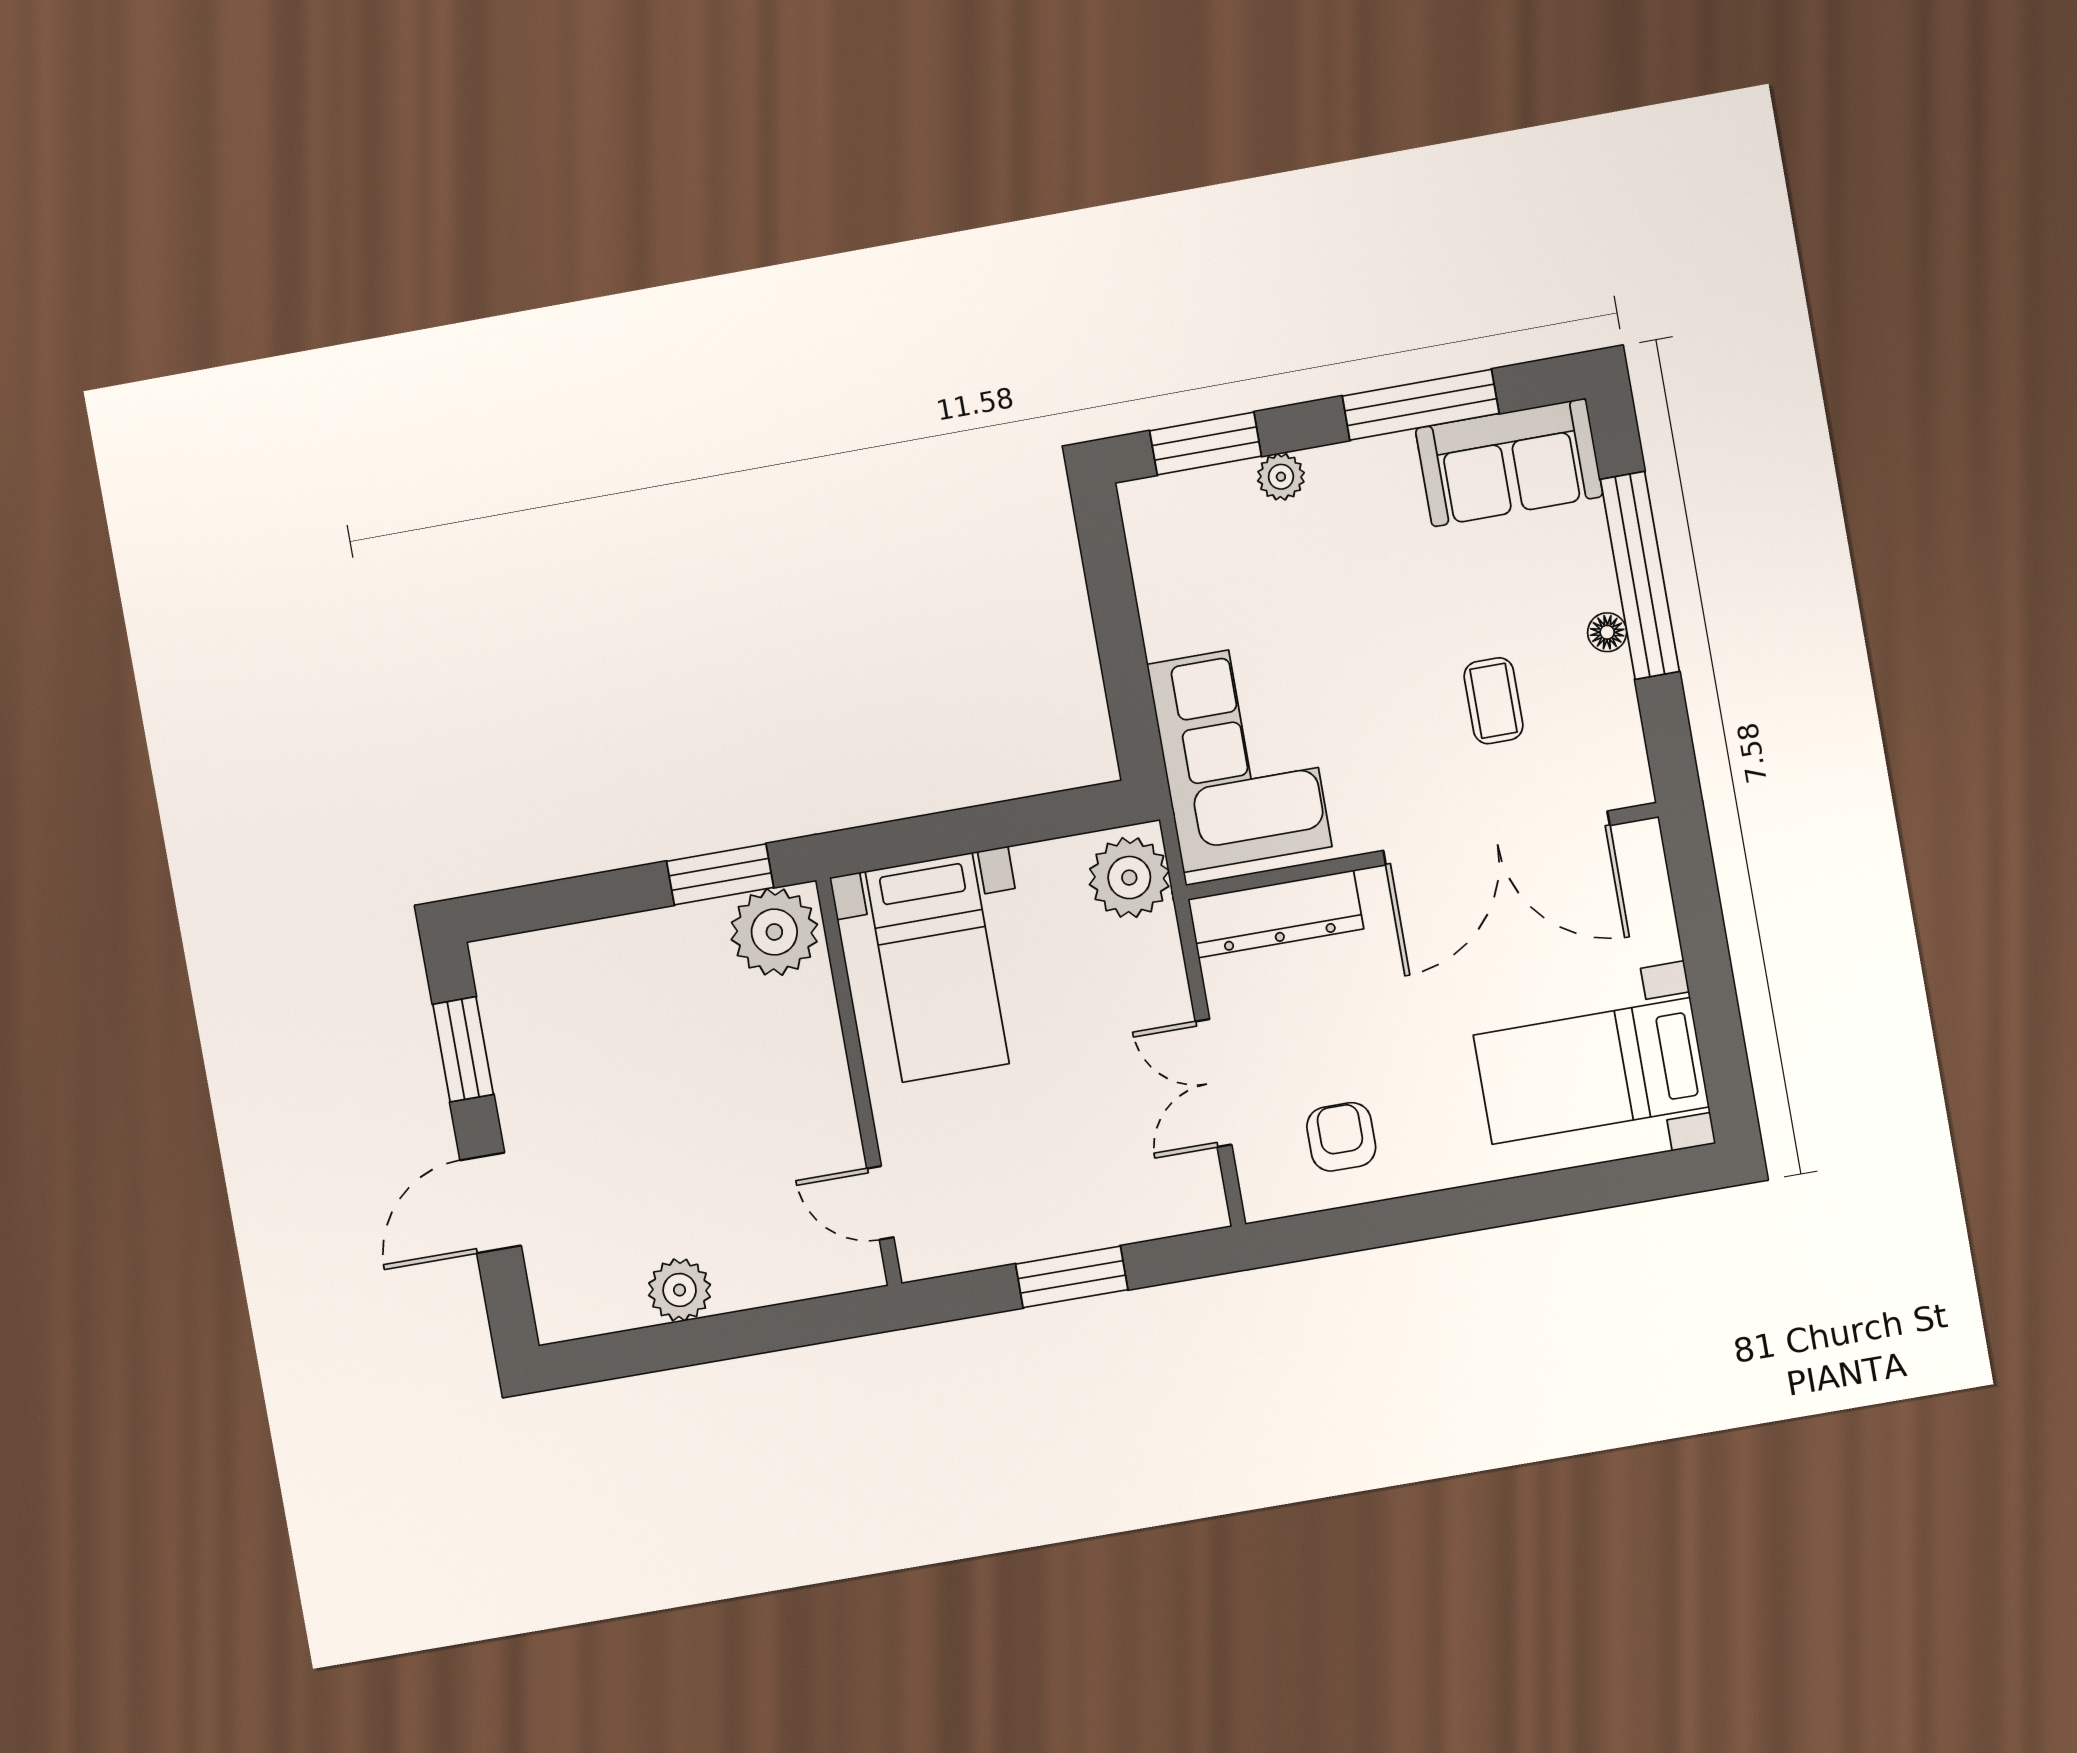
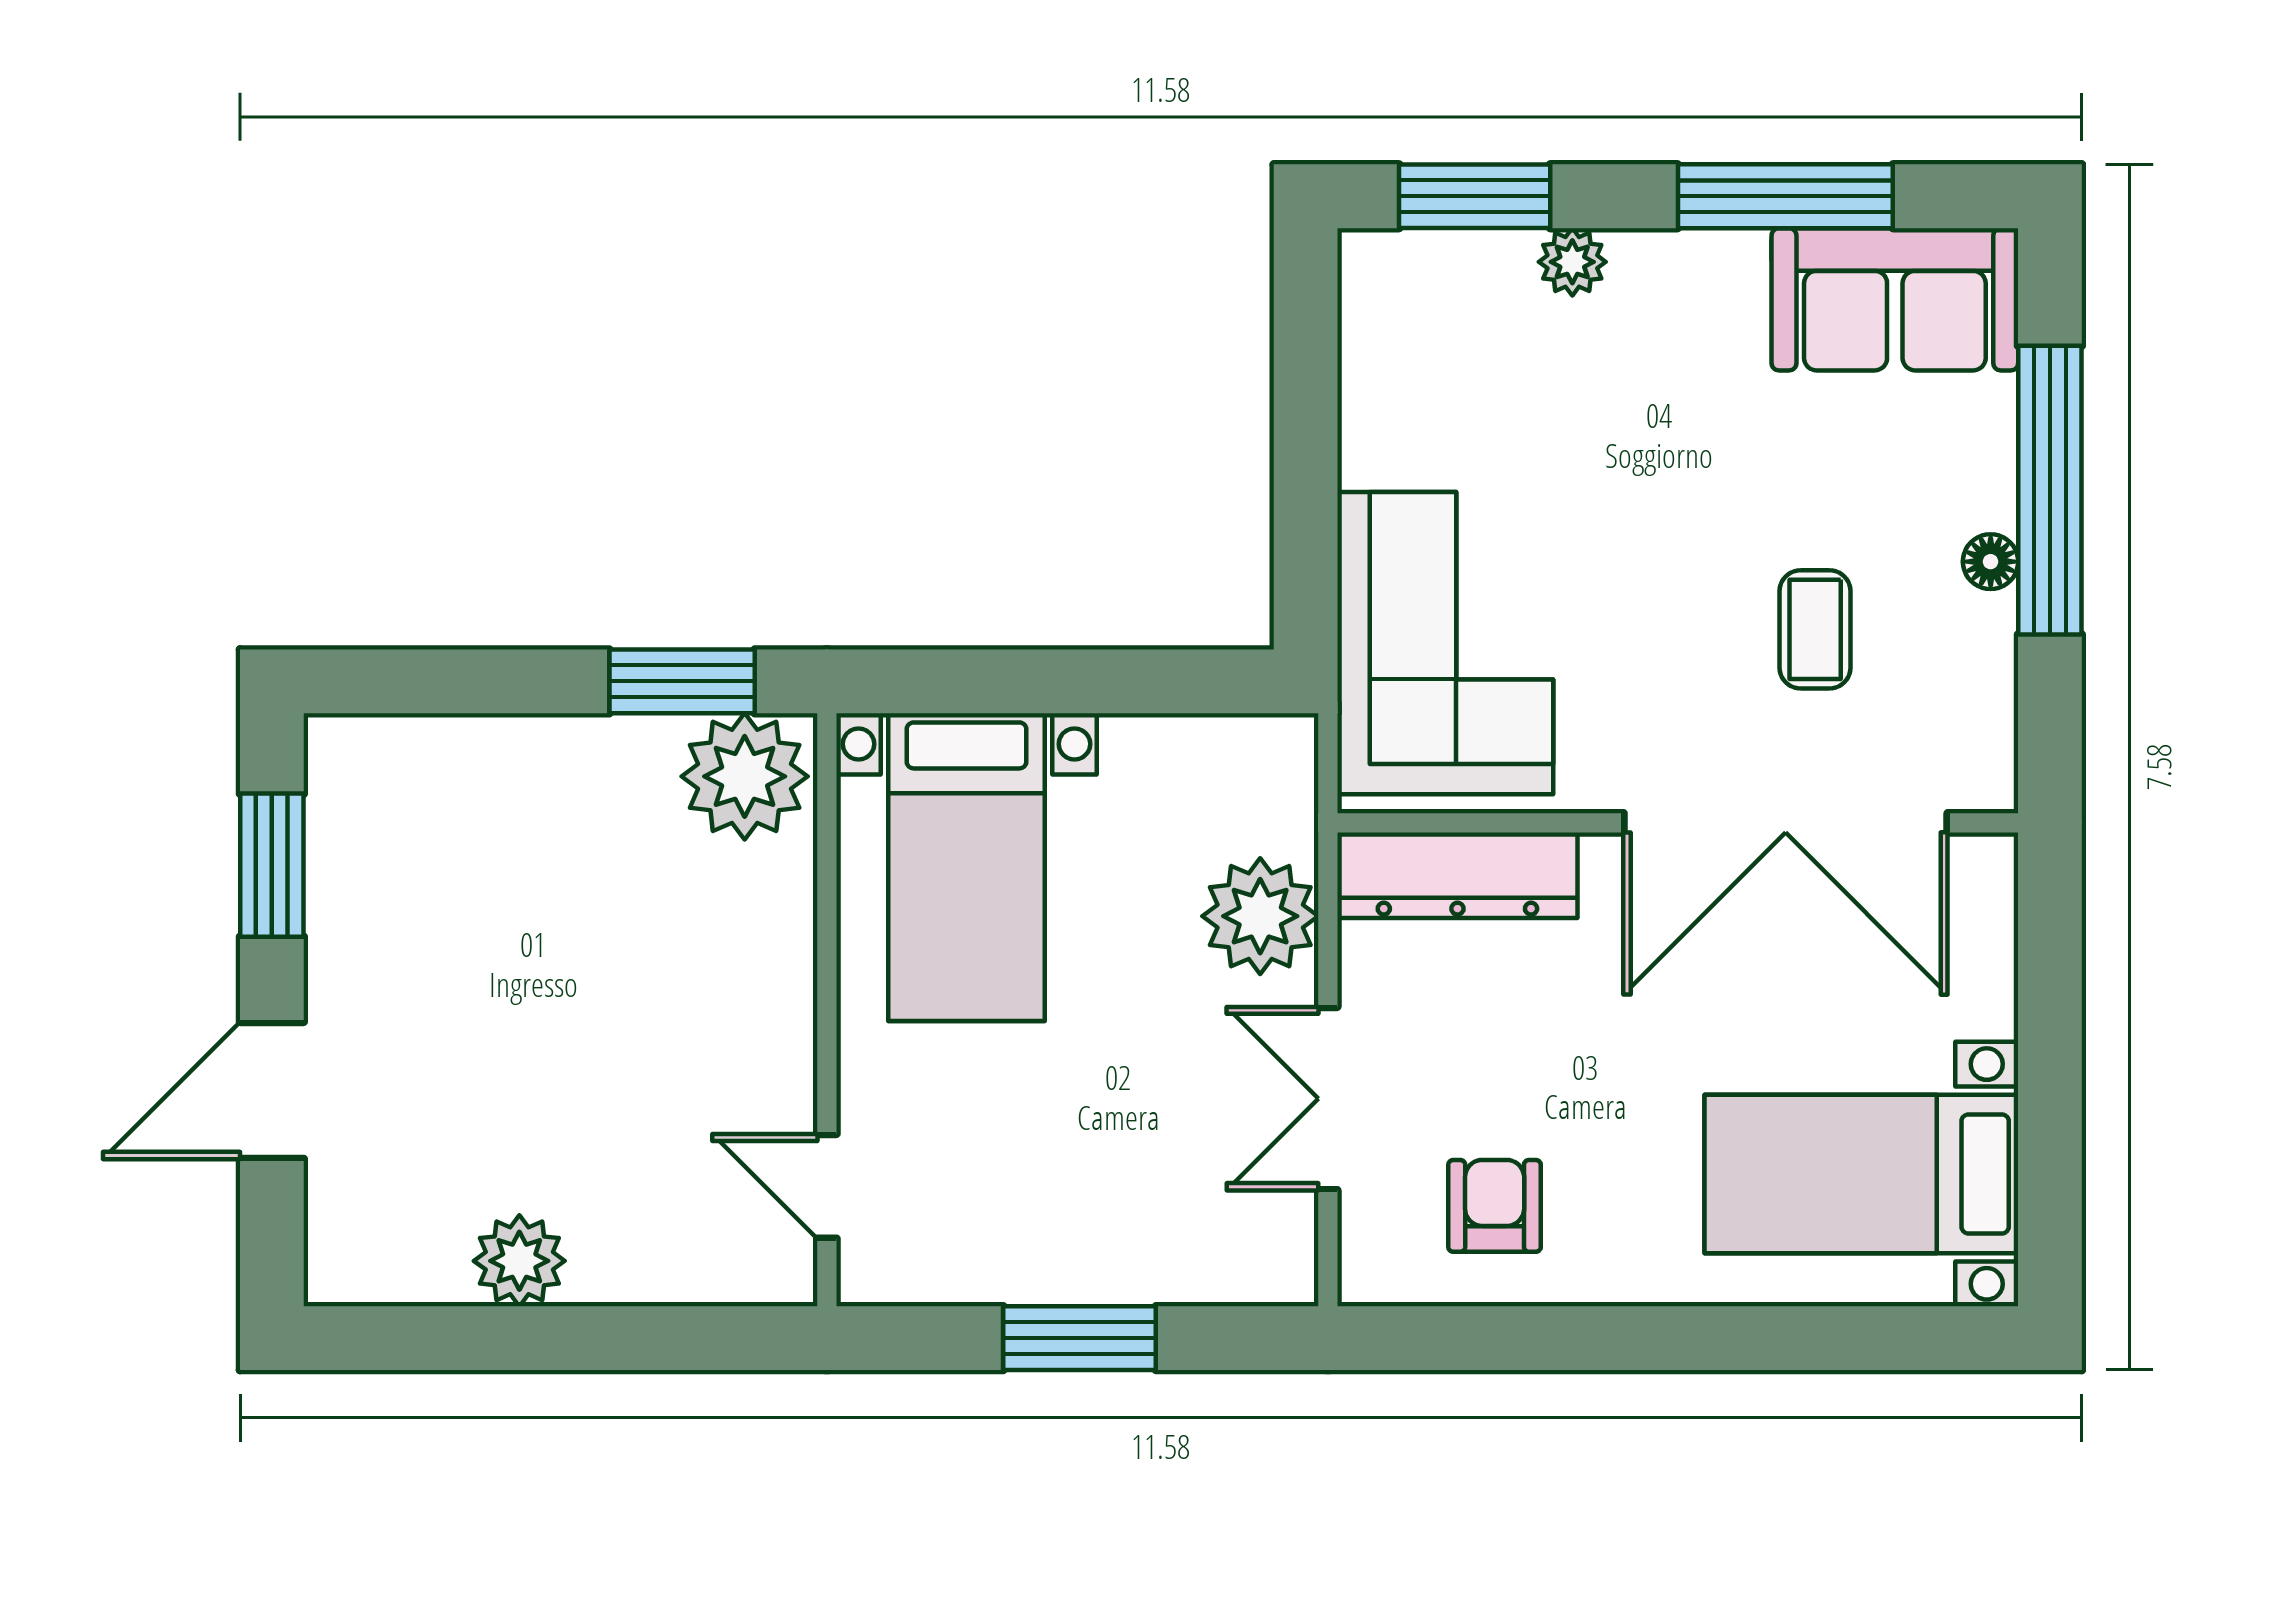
plant: (1129, 878) -> (1260, 916), moved

